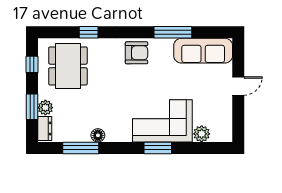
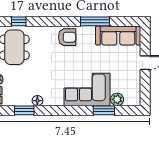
window: (89, 32) -> (19, 21), moved
window: (81, 148) -> (24, 110), width x0.69
window: (158, 148) -> (104, 110), moved

